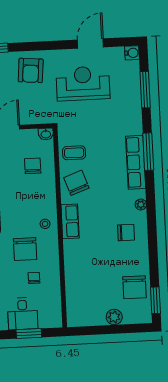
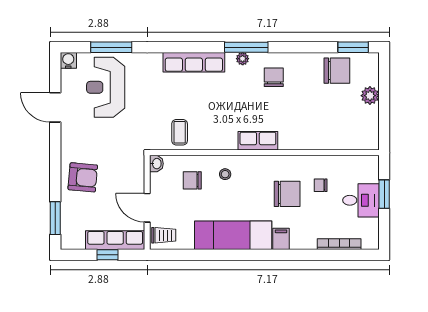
reception desk: (83, 83) -> (106, 87), moved
window: (148, 152) -> (246, 47), moved
chair: (76, 183) -> (214, 131), removed
stool: (45, 224) -> (225, 174), moved

